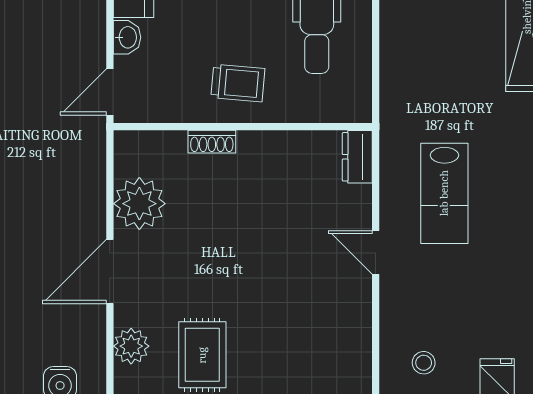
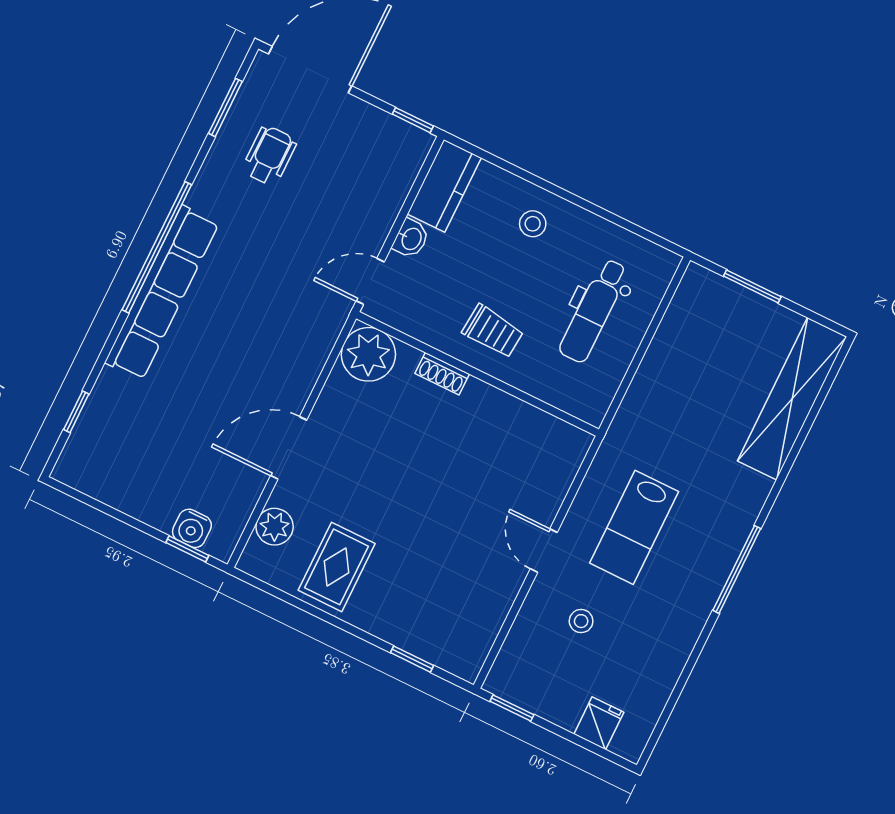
dresser: (357, 157) -> (570, 454), removed
plant: (139, 204) -> (368, 354), moved
stool: (424, 363) -> (581, 621), moved

